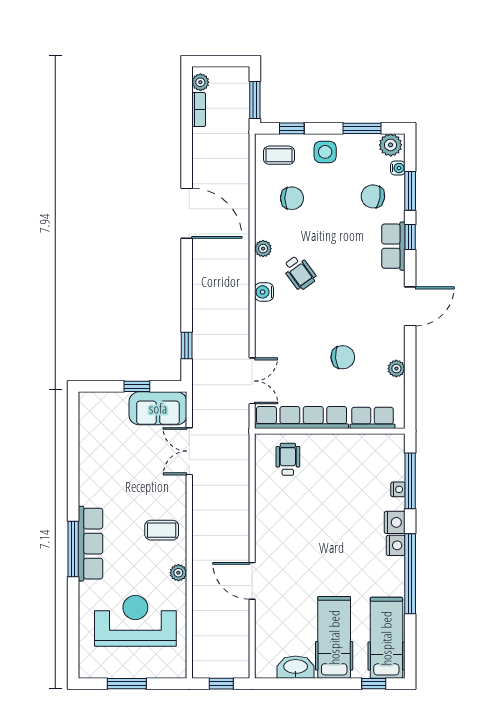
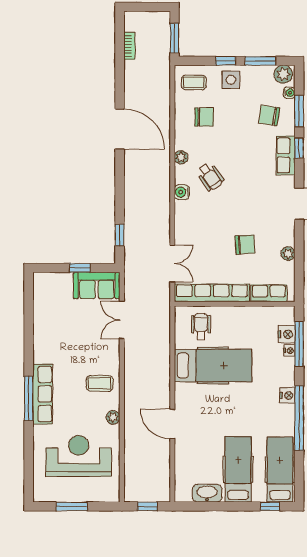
plant: (200, 82) -> (131, 24), removed
window: (292, 128) -> (226, 61), moved
hospital bed: (303, 508) -> (213, 365), added
nightstand: (395, 522) -> (287, 334), moved

